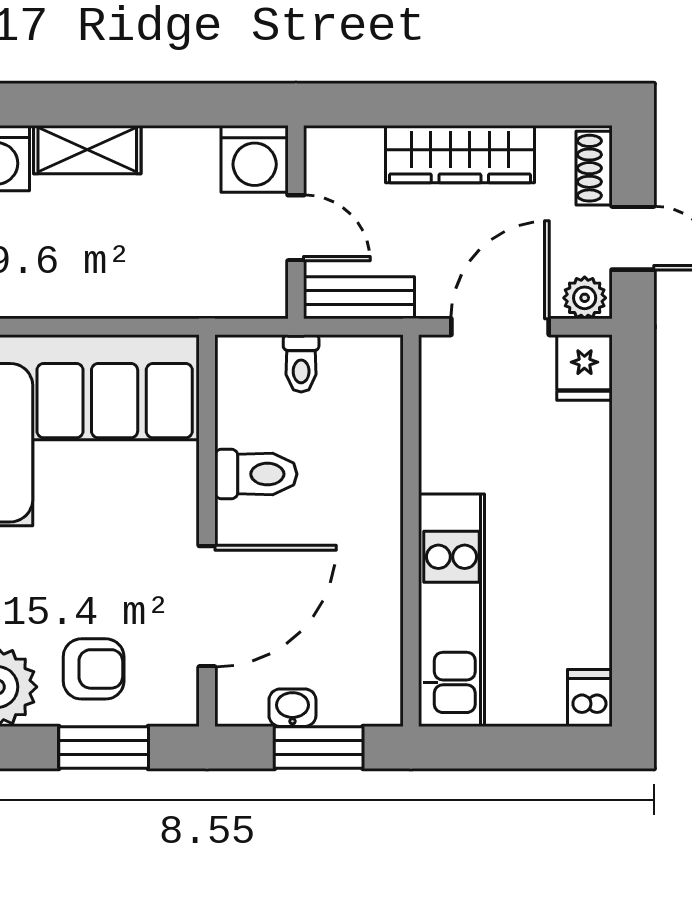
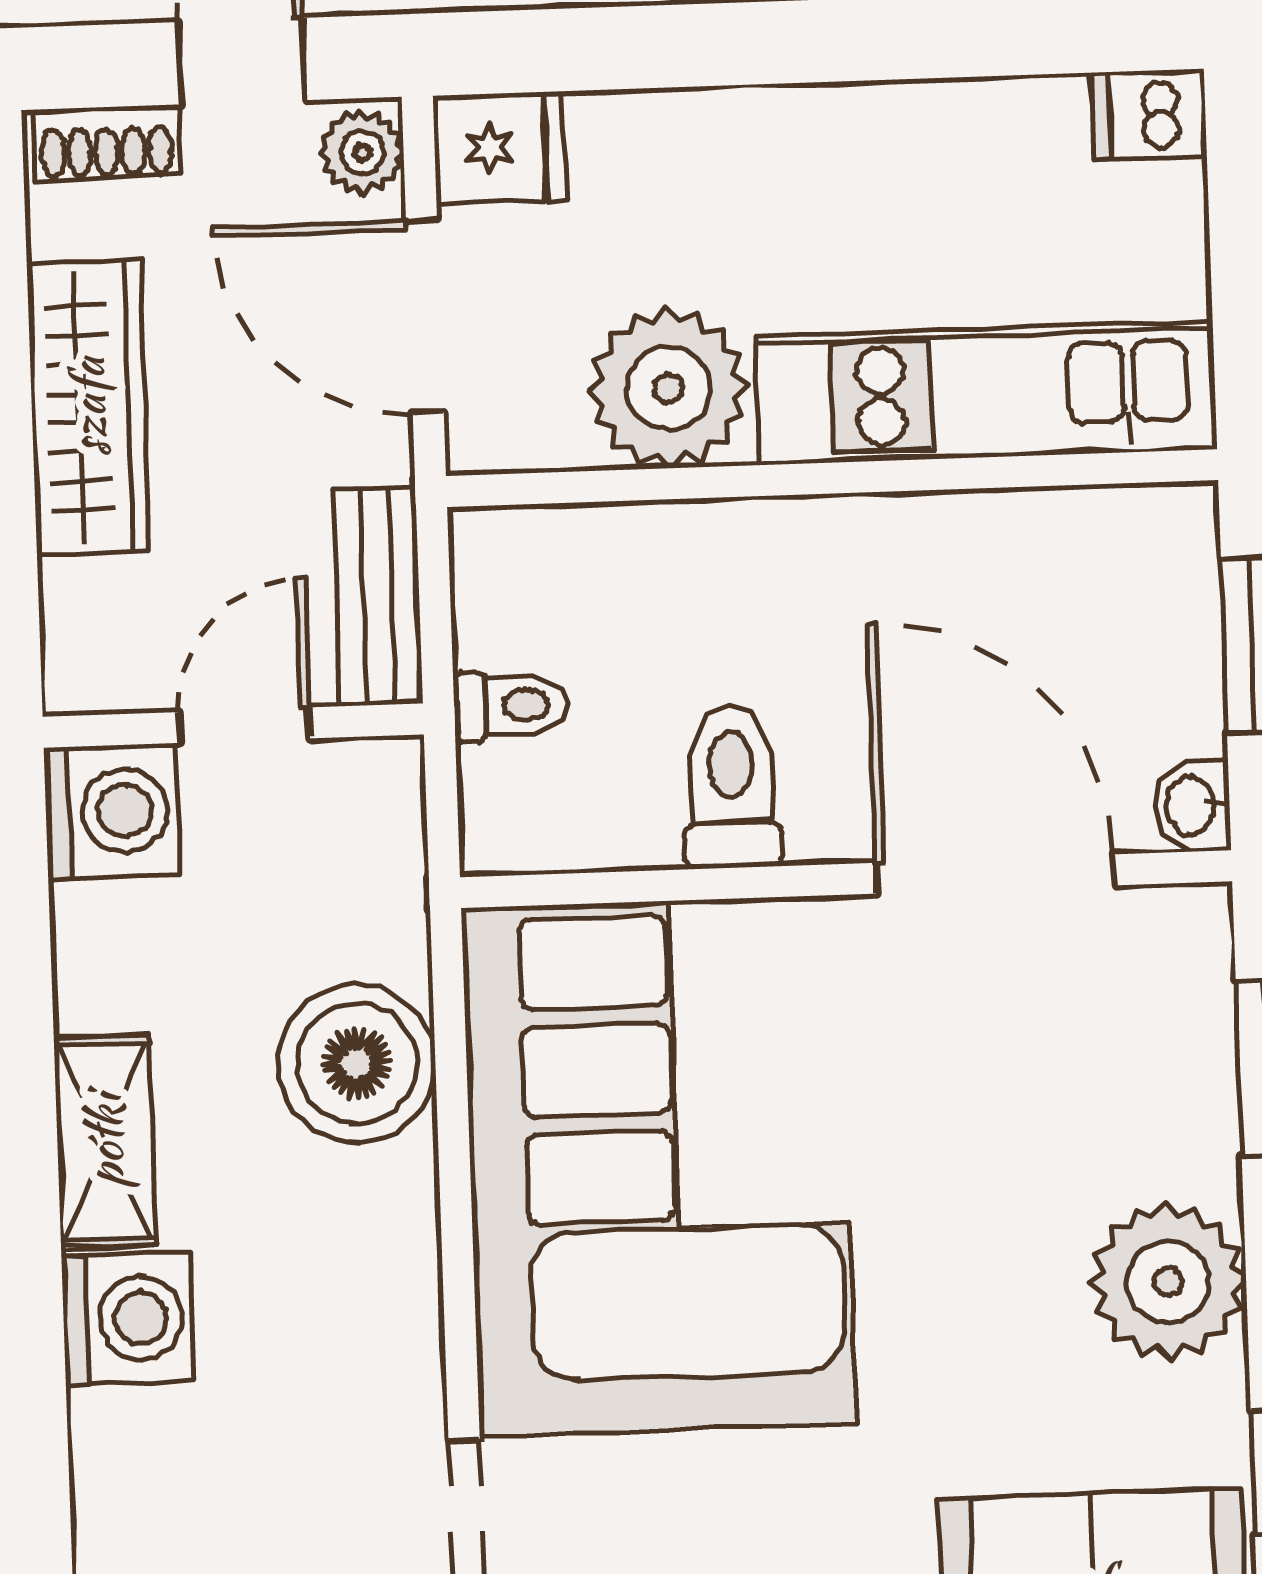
boiler: (122, 279) -> (357, 1063), added
plant: (459, 449) -> (669, 388), added
armchair: (94, 669) -> (1126, 1093), removed
washbasin: (292, 708) -> (1192, 806), moved

